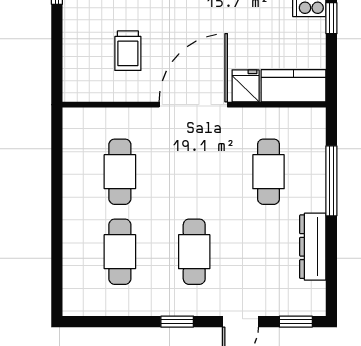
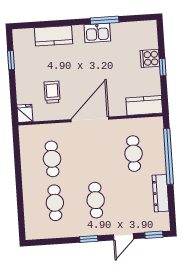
trolley: (128, 51) -> (52, 92), turned 180
fridge: (246, 86) -> (25, 113), moved
window: (331, 181) -> (168, 156), width x1.46

